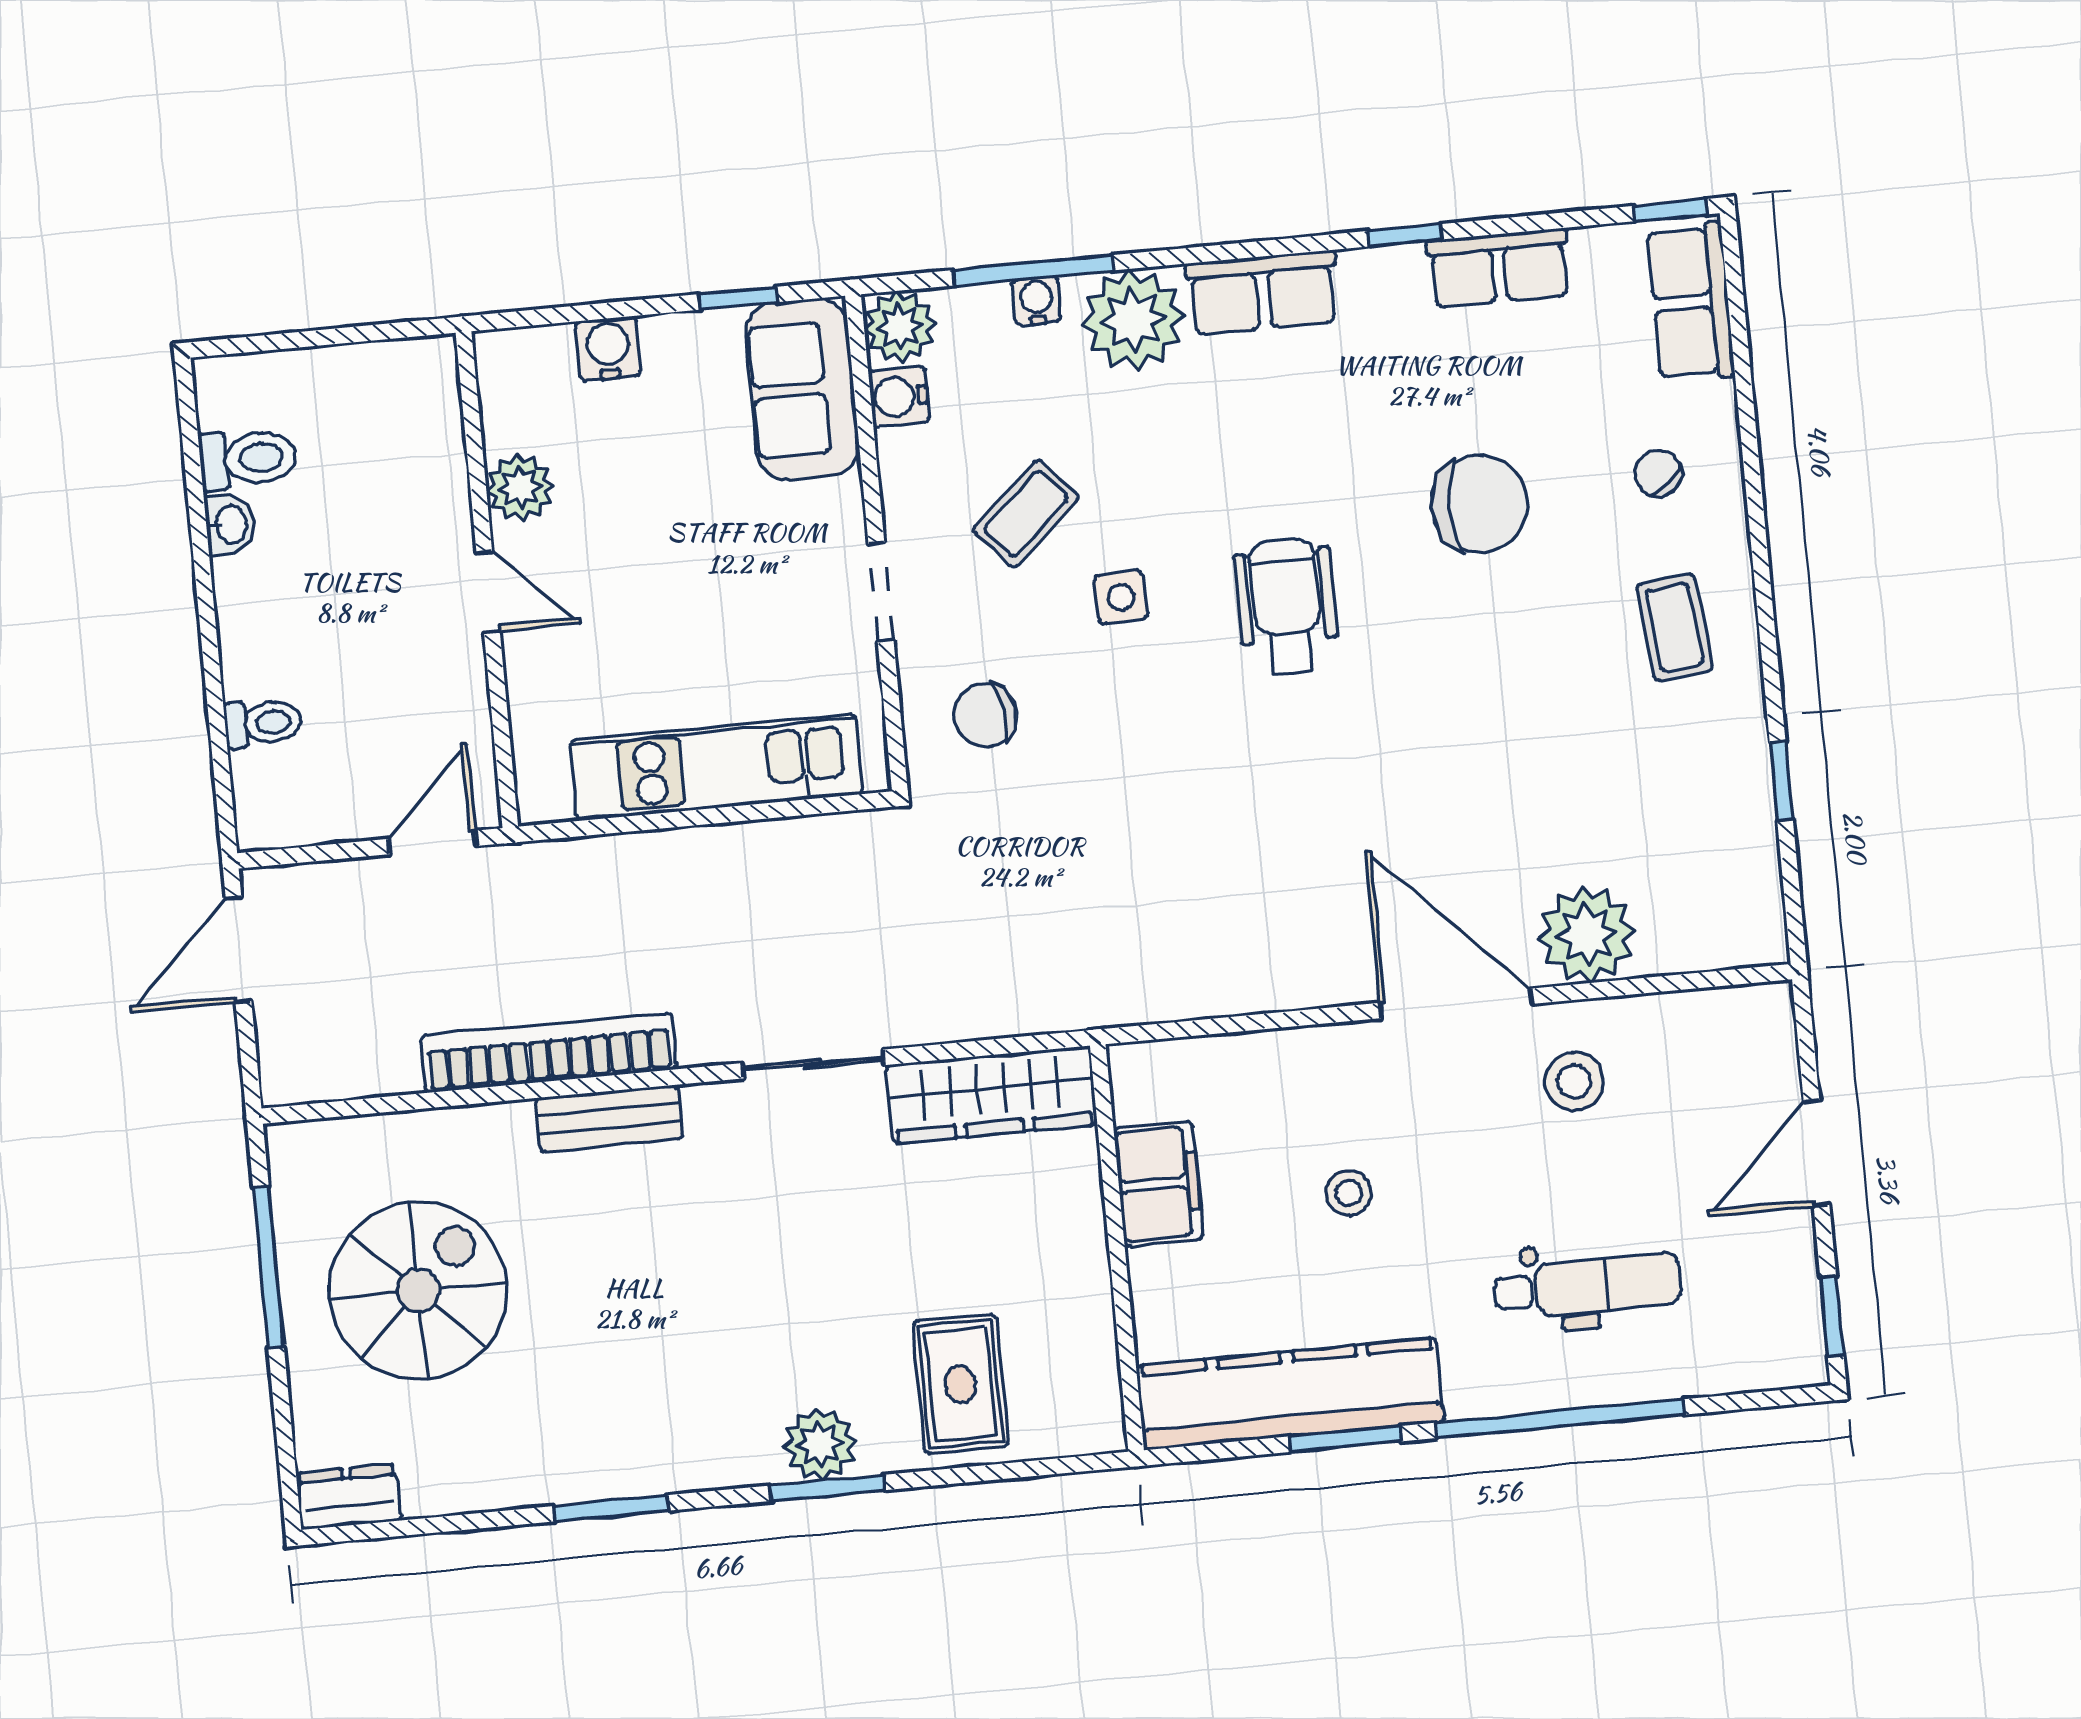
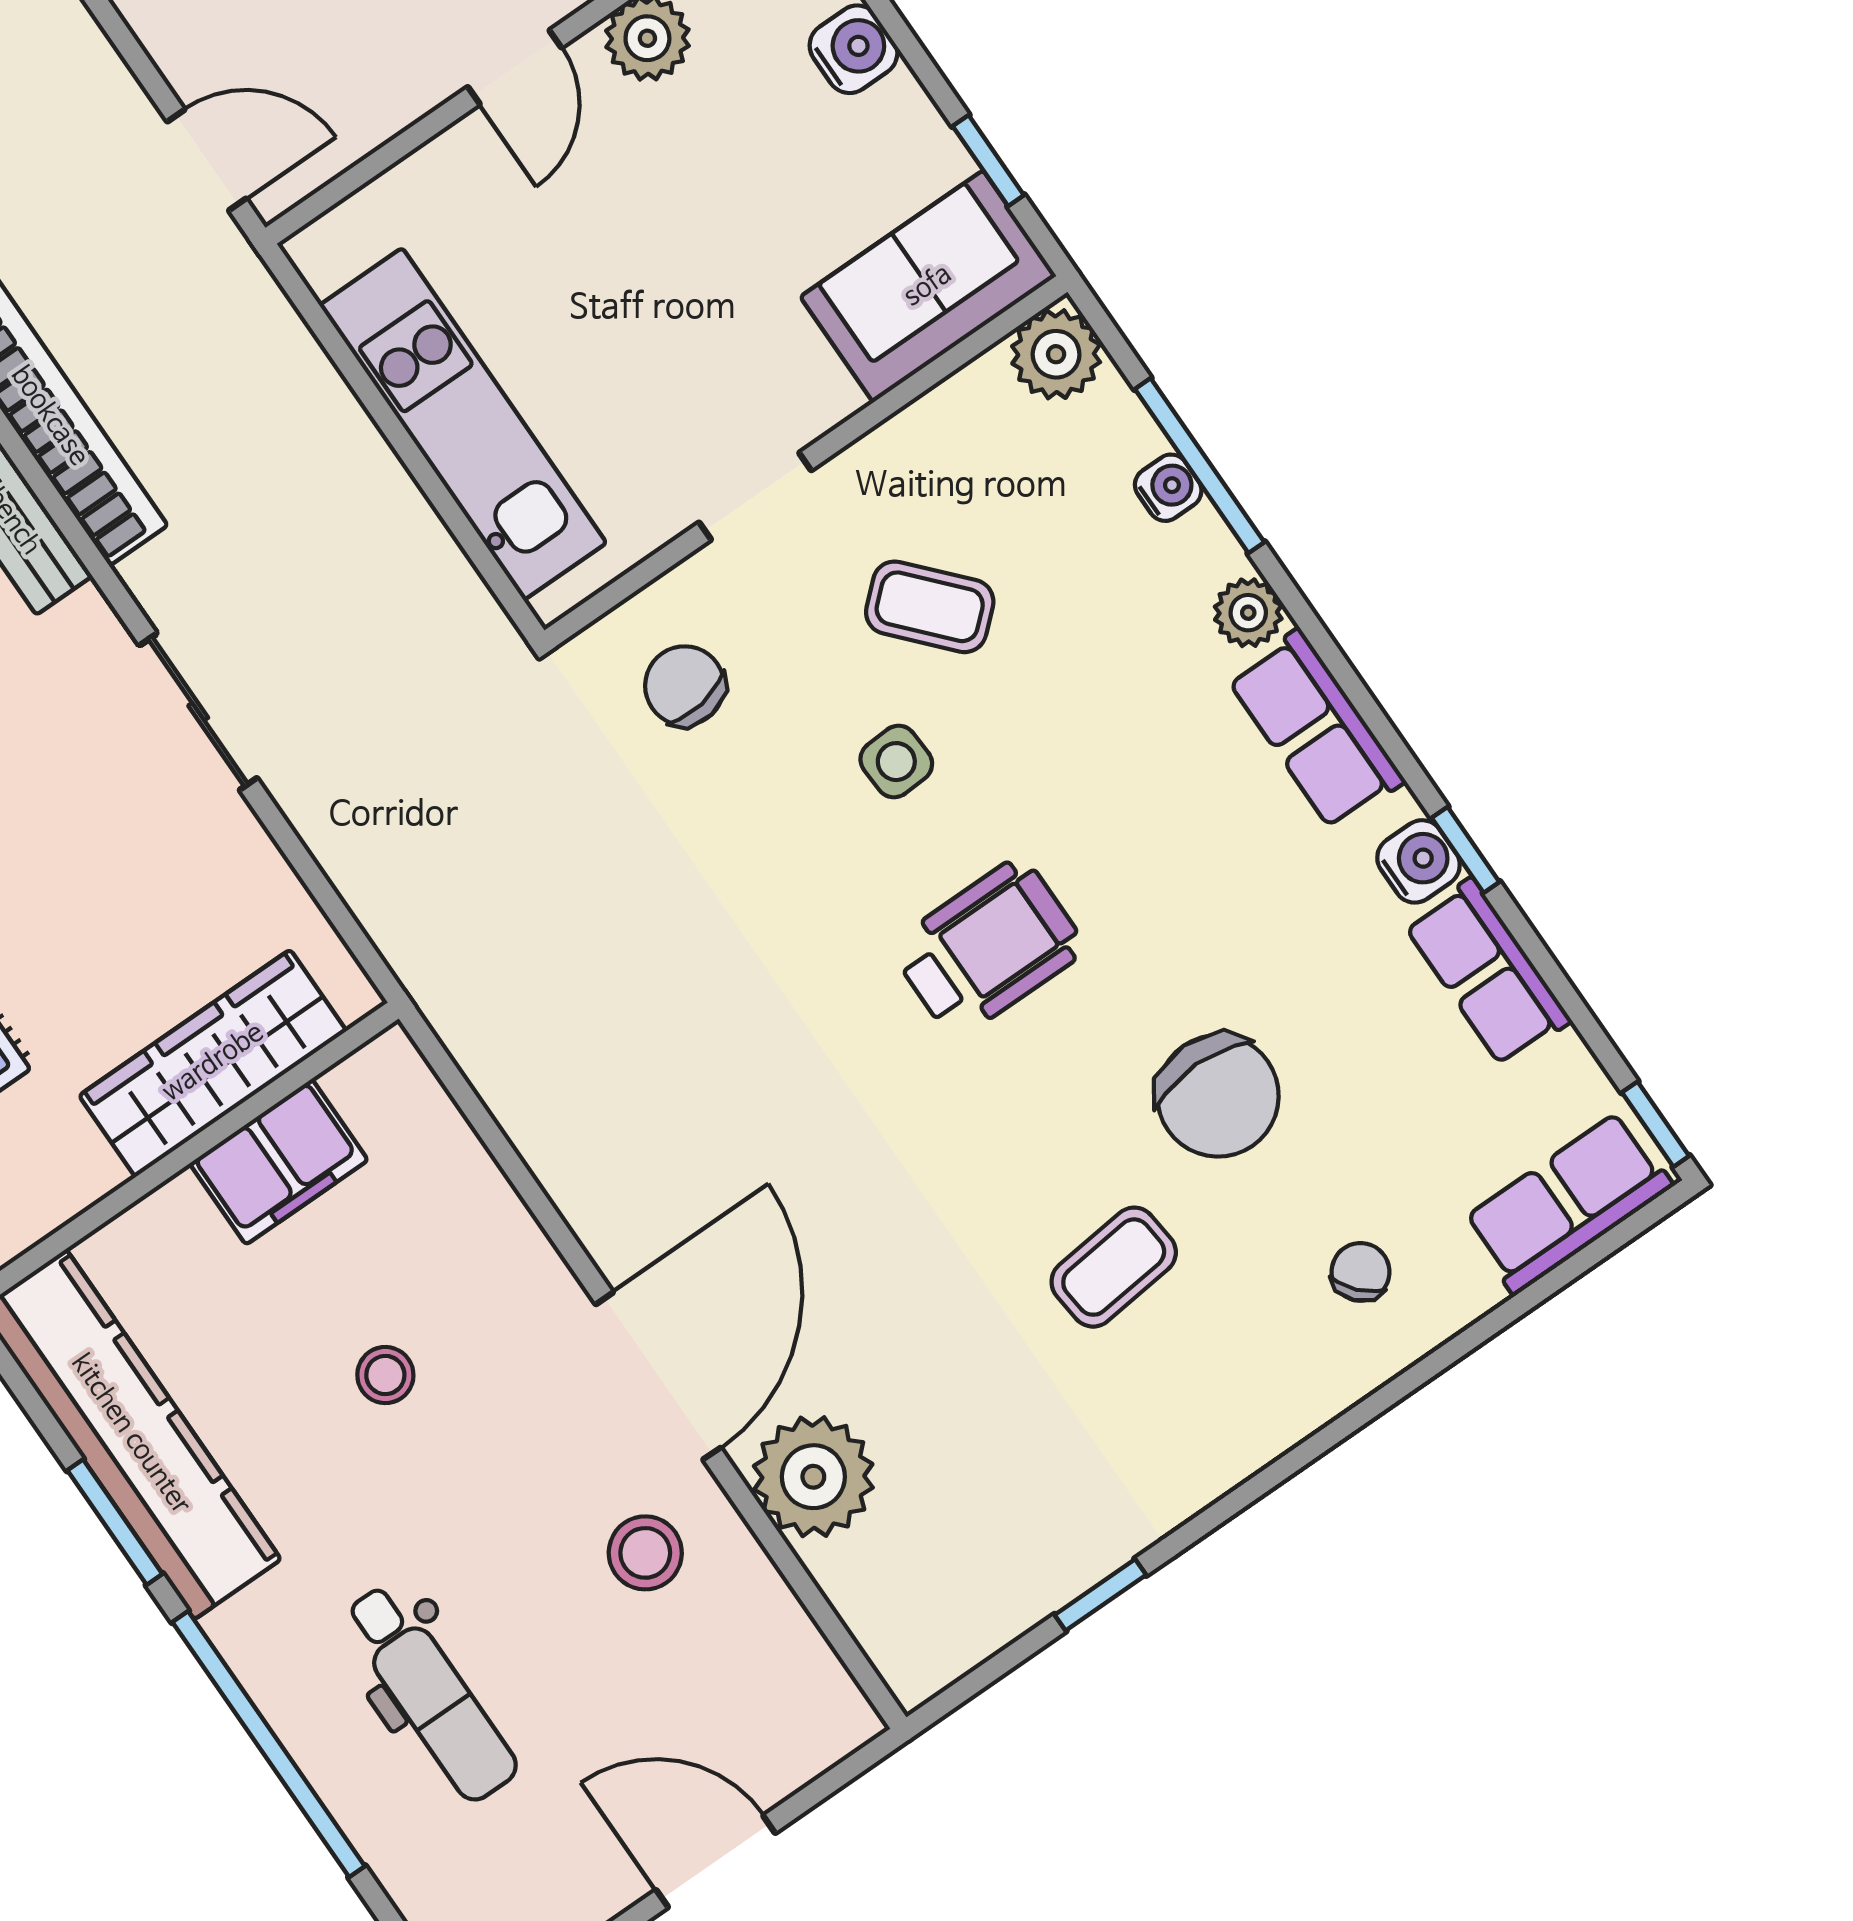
plant: (1133, 320) -> (1248, 613), width x0.53, depth x0.53
water cooler: (899, 397) -> (1418, 861), moved, turned 90
coffee table: (1675, 627) -> (1114, 1267), moved
wardrobe: (992, 1095) -> (213, 1063), moved, turned 90

